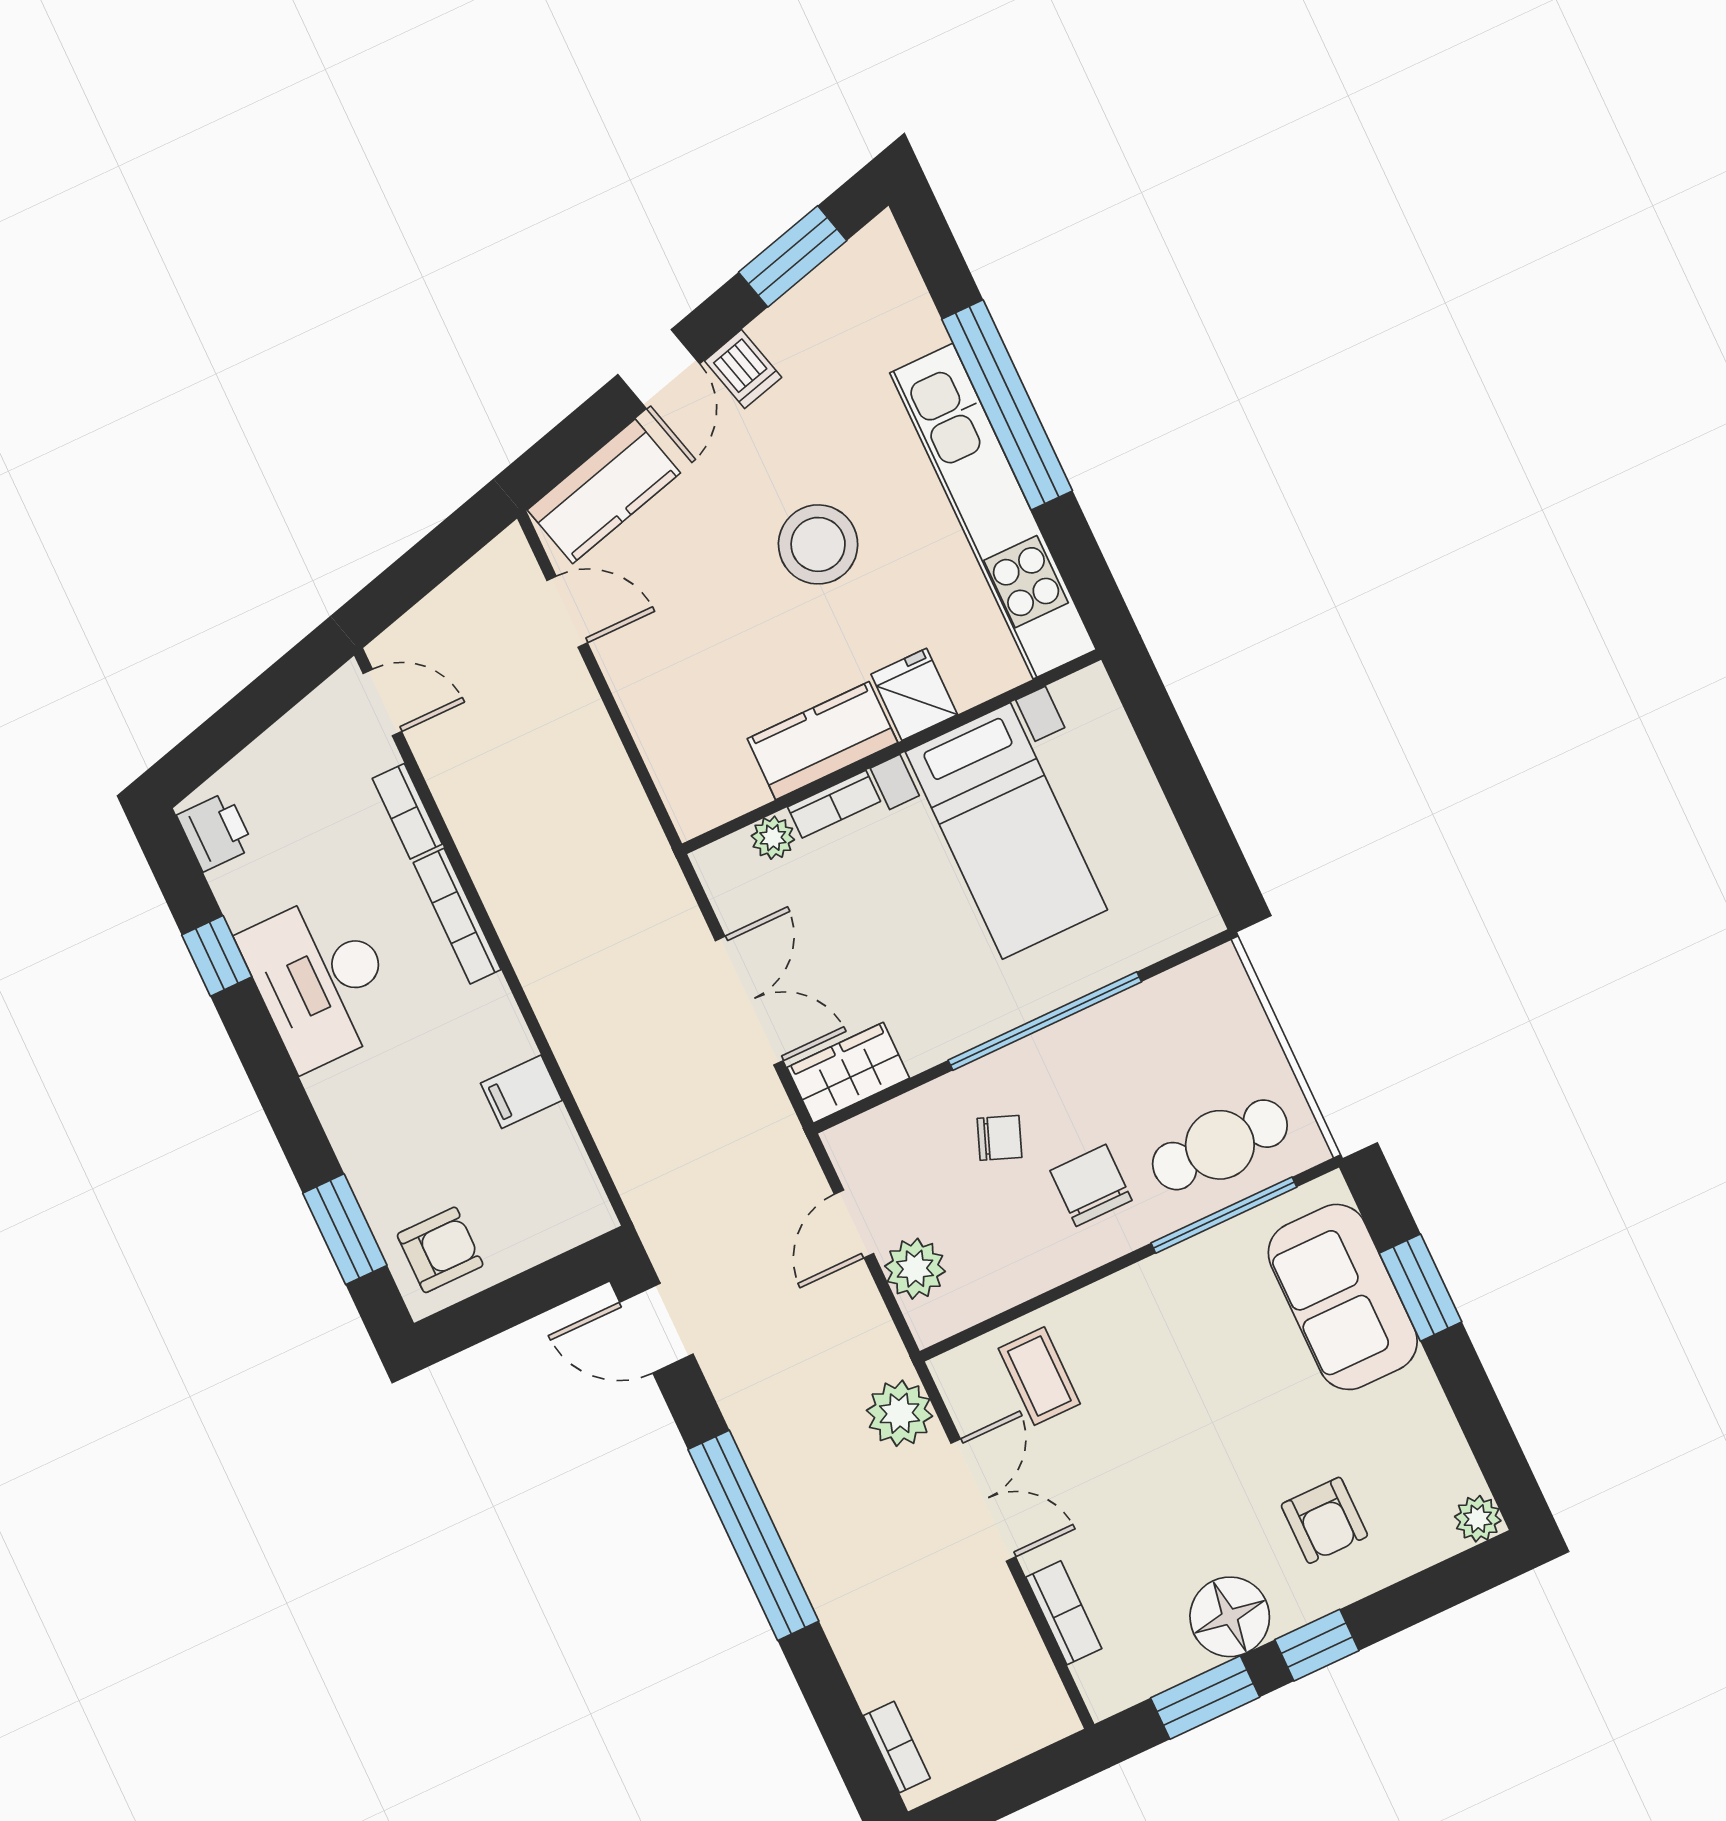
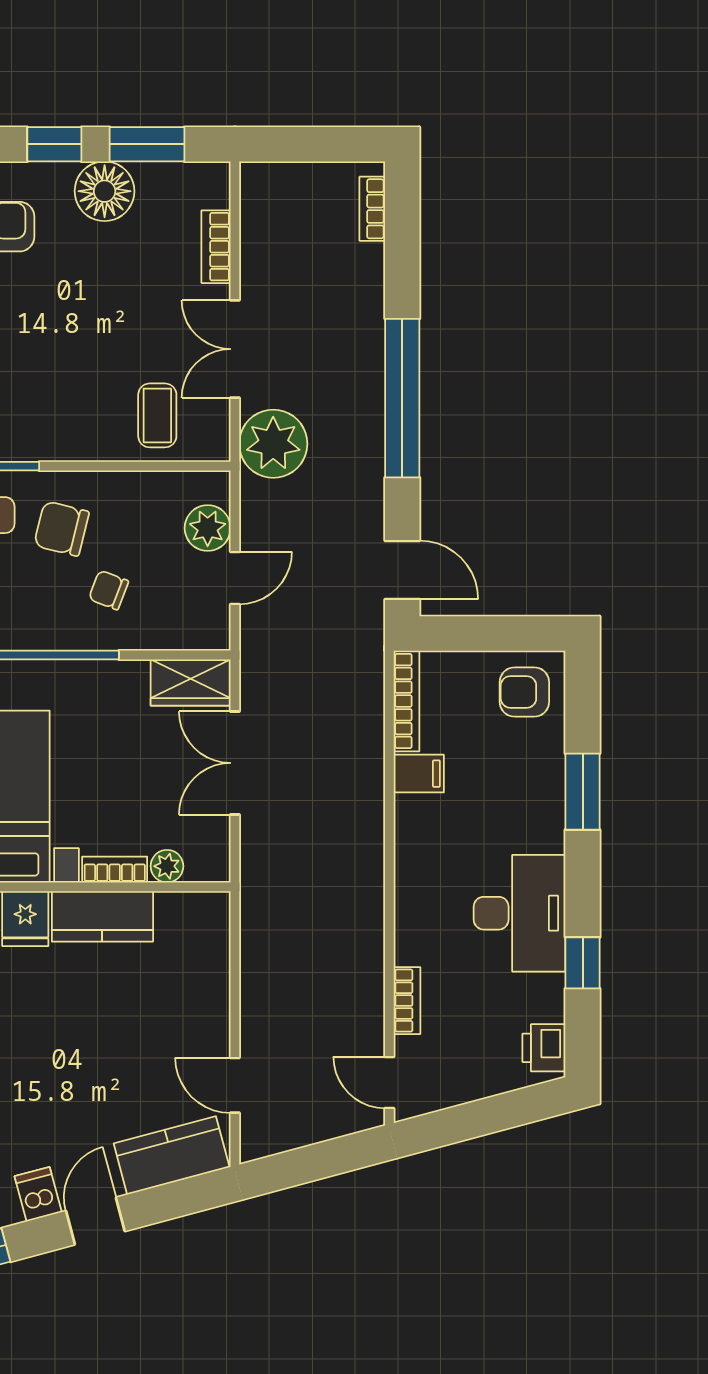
stool: (818, 544) -> (43, 1051), removed
bookcase: (457, 916) -> (407, 701), moved
chair: (1091, 1185) -> (61, 529), turned 104
window: (345, 1229) -> (583, 792), moved
plant: (900, 1413) -> (273, 444), width x1.36, depth x1.36

